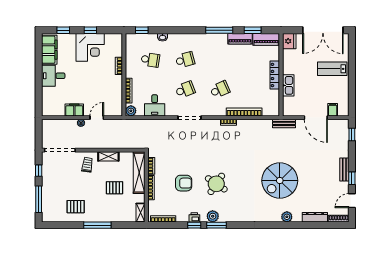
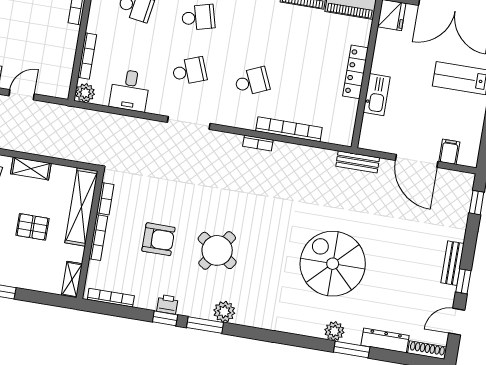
spiral stairs: (280, 181) -> (333, 264), turned 90
plant: (213, 216) -> (224, 312), moved
window: (298, 225) -> (352, 350), added

